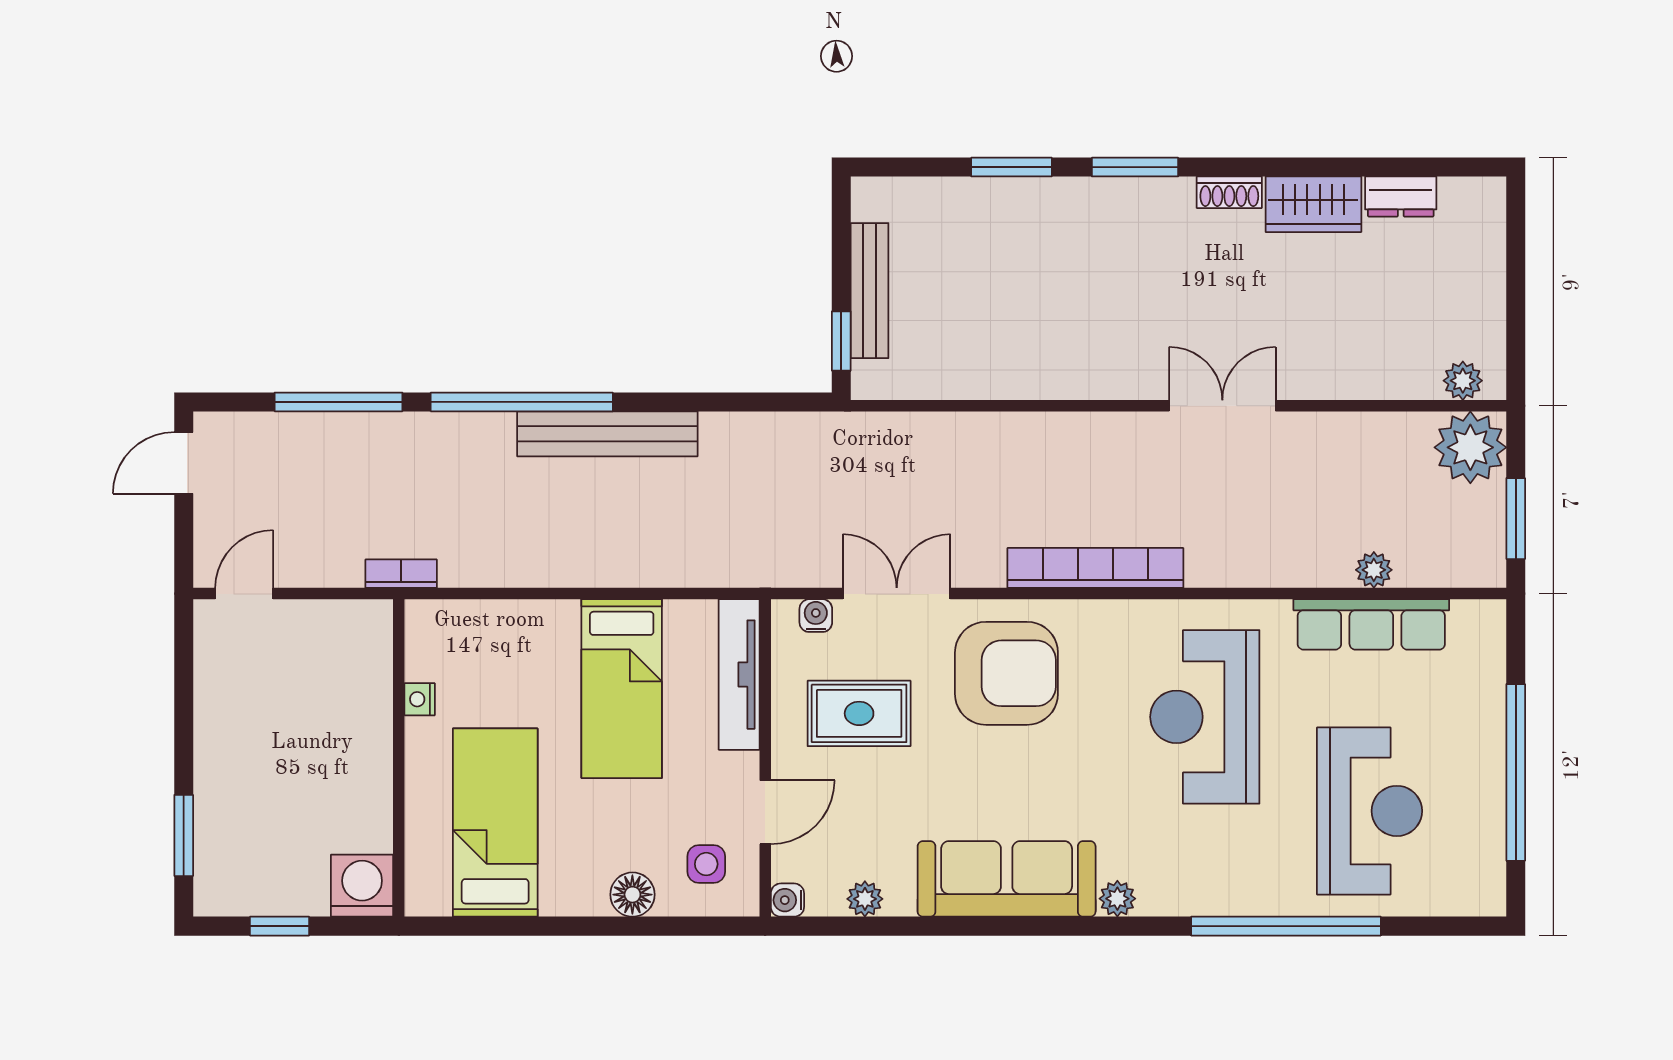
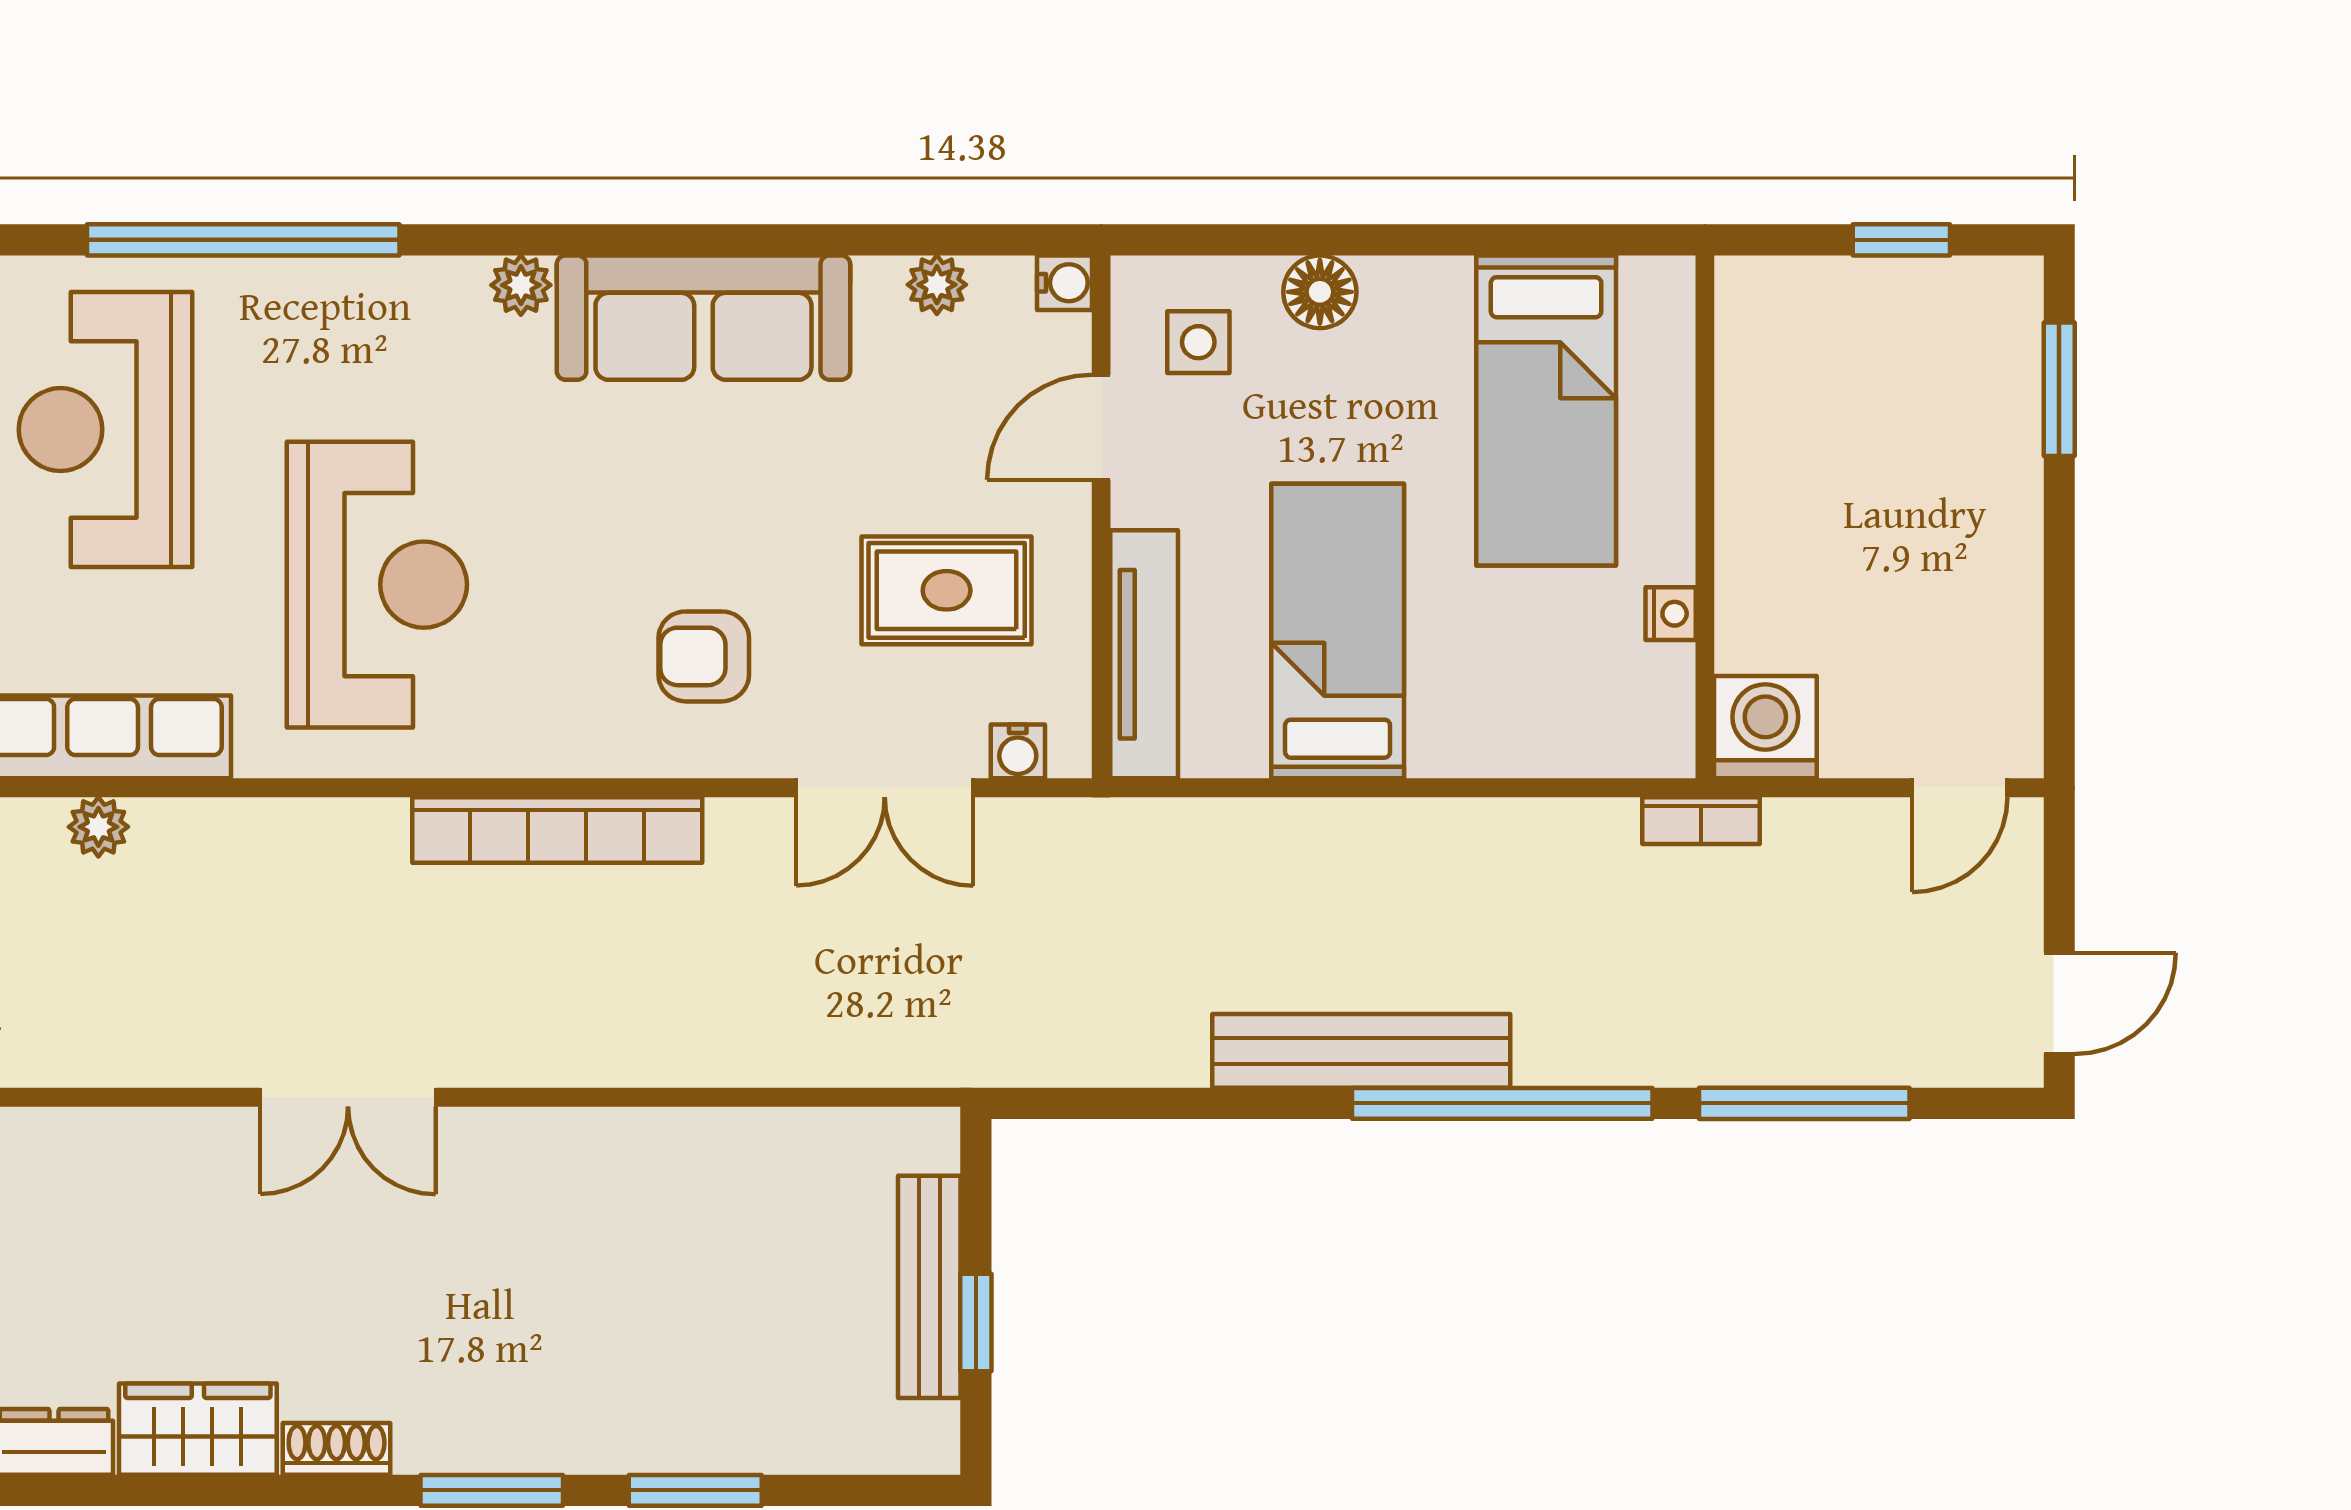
window: (841, 341) -> (976, 1322), moved
armchair: (1006, 673) -> (704, 656), width x0.53, depth x0.53
washing machine: (362, 886) -> (1765, 727), moved, turned 180

